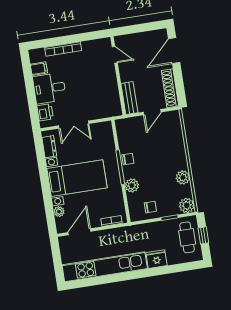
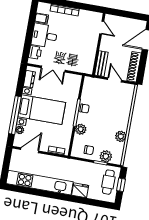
door: (152, 112) -> (115, 80), swing flipped
window: (47, 196) -> (15, 115), added
plant: (187, 205) -> (106, 156), moved

